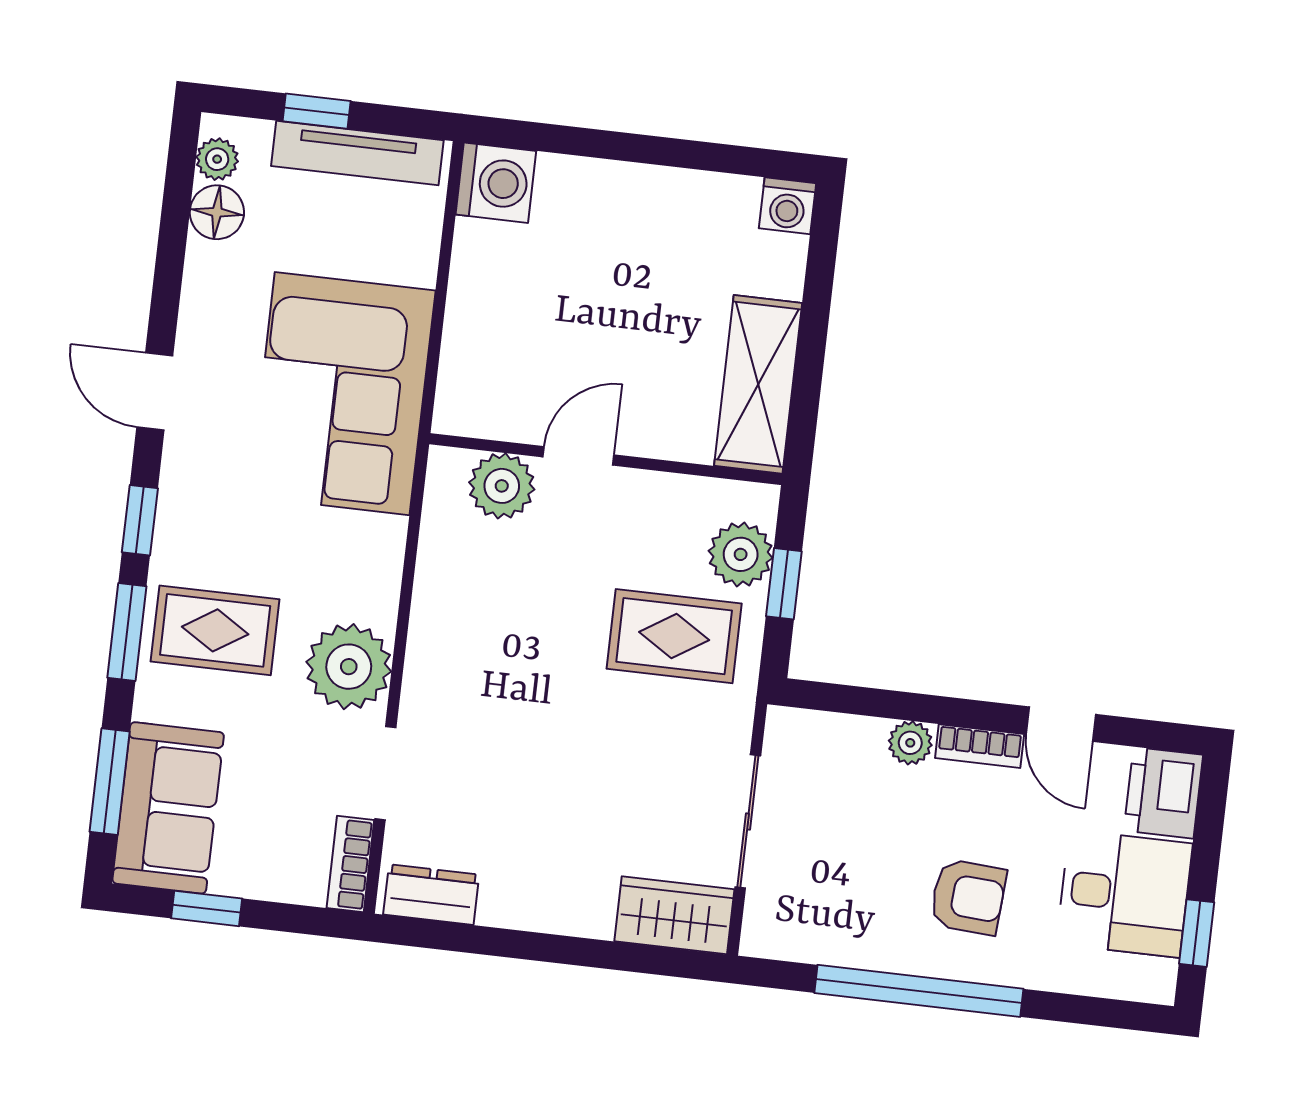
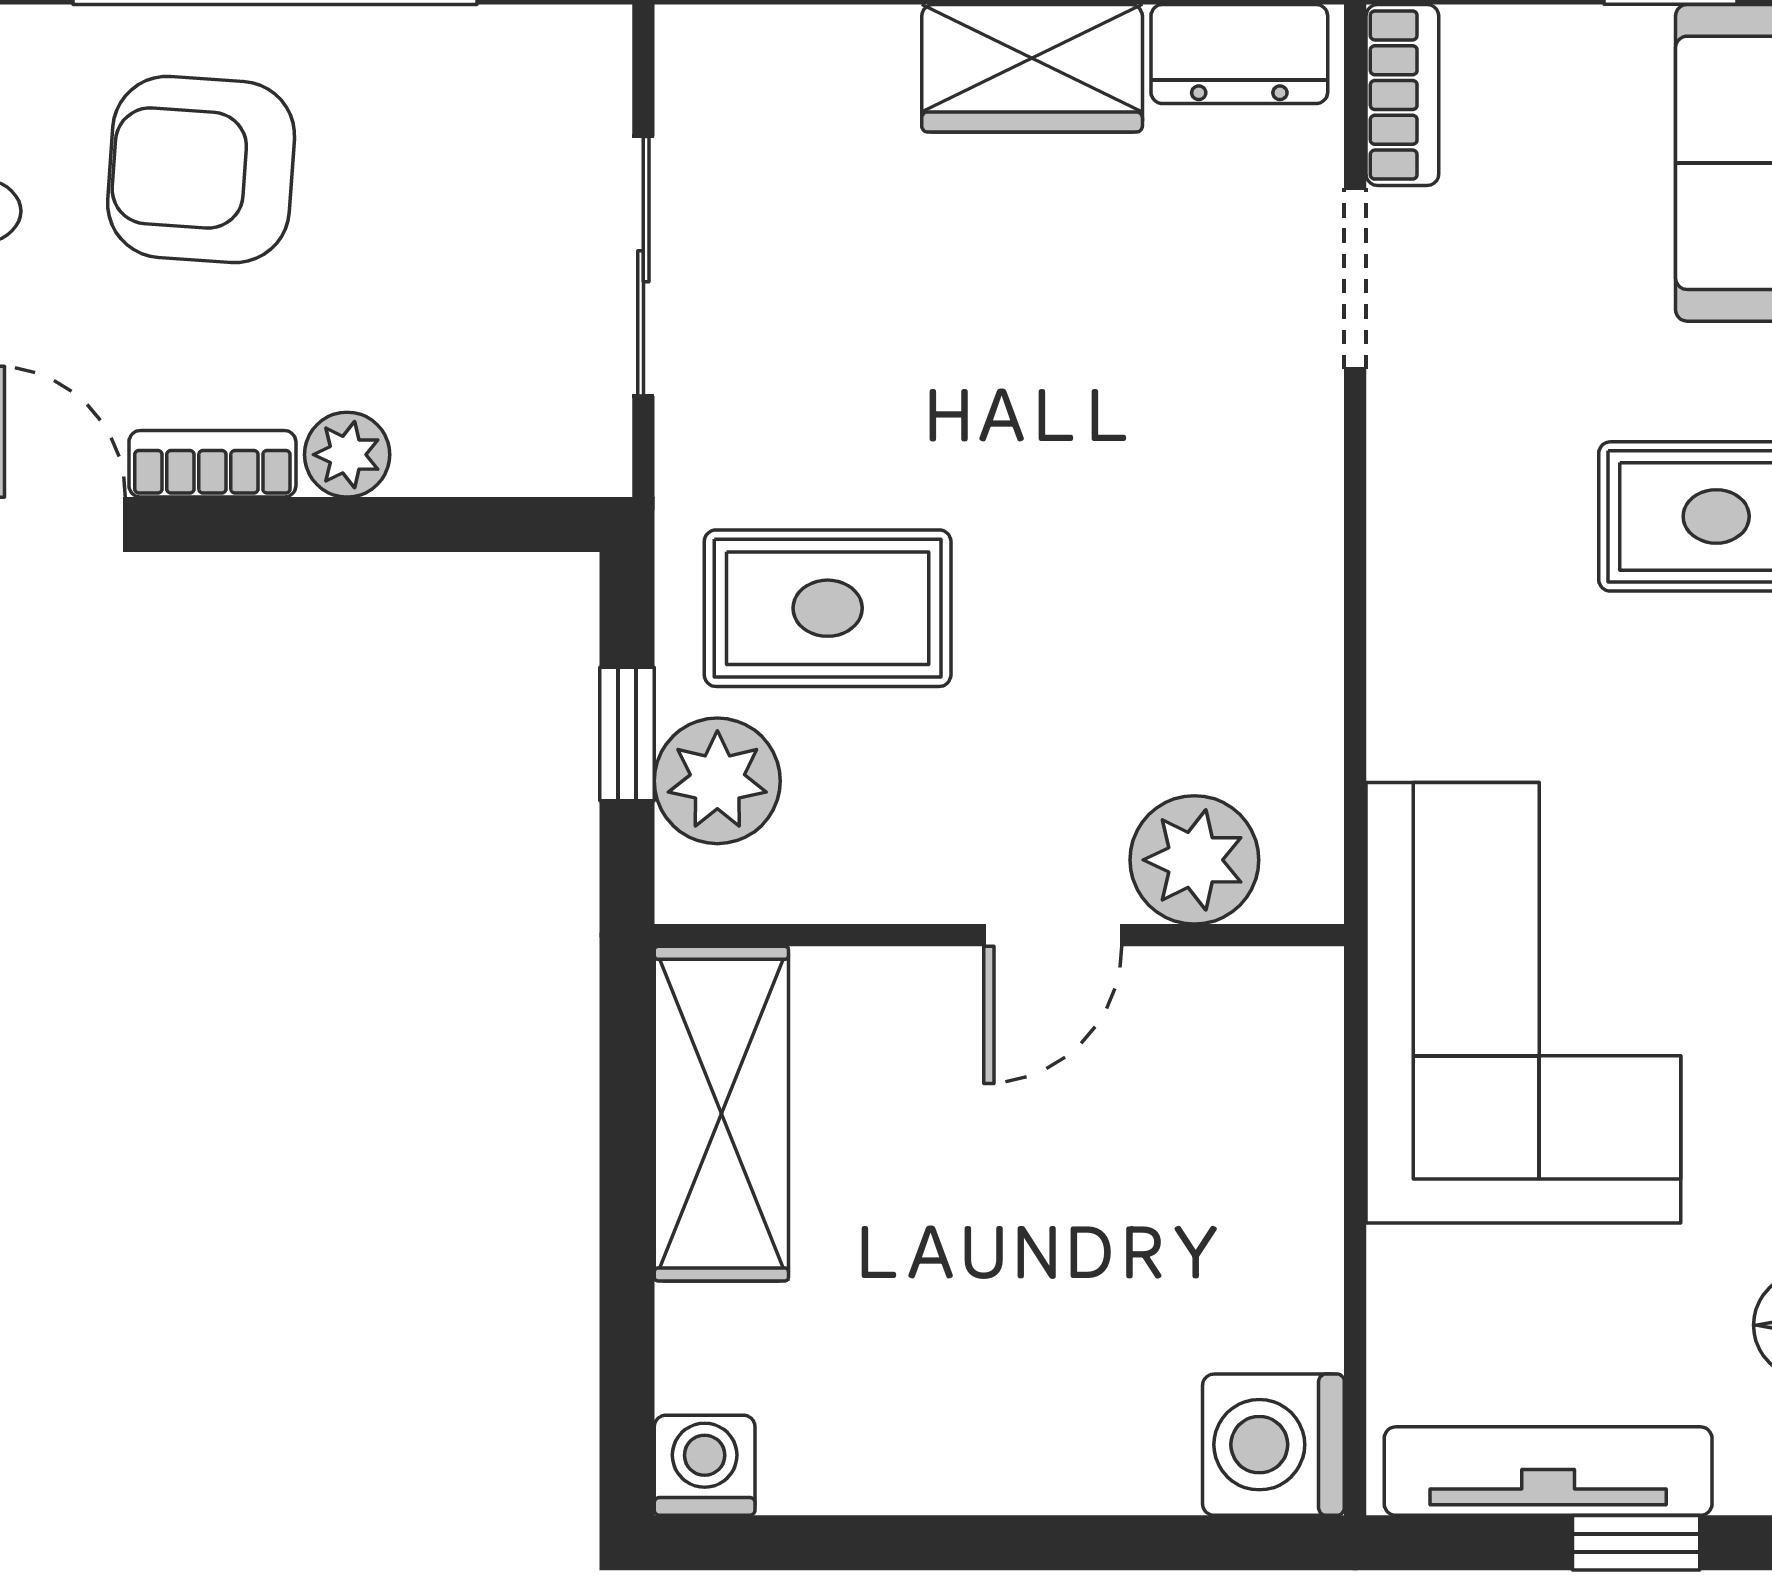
plant: (349, 667) -> (1450, 476), removed
armchair: (968, 897) -> (201, 169), width x1.38, depth x1.38
wardrobe: (674, 915) -> (1032, 68), moved

